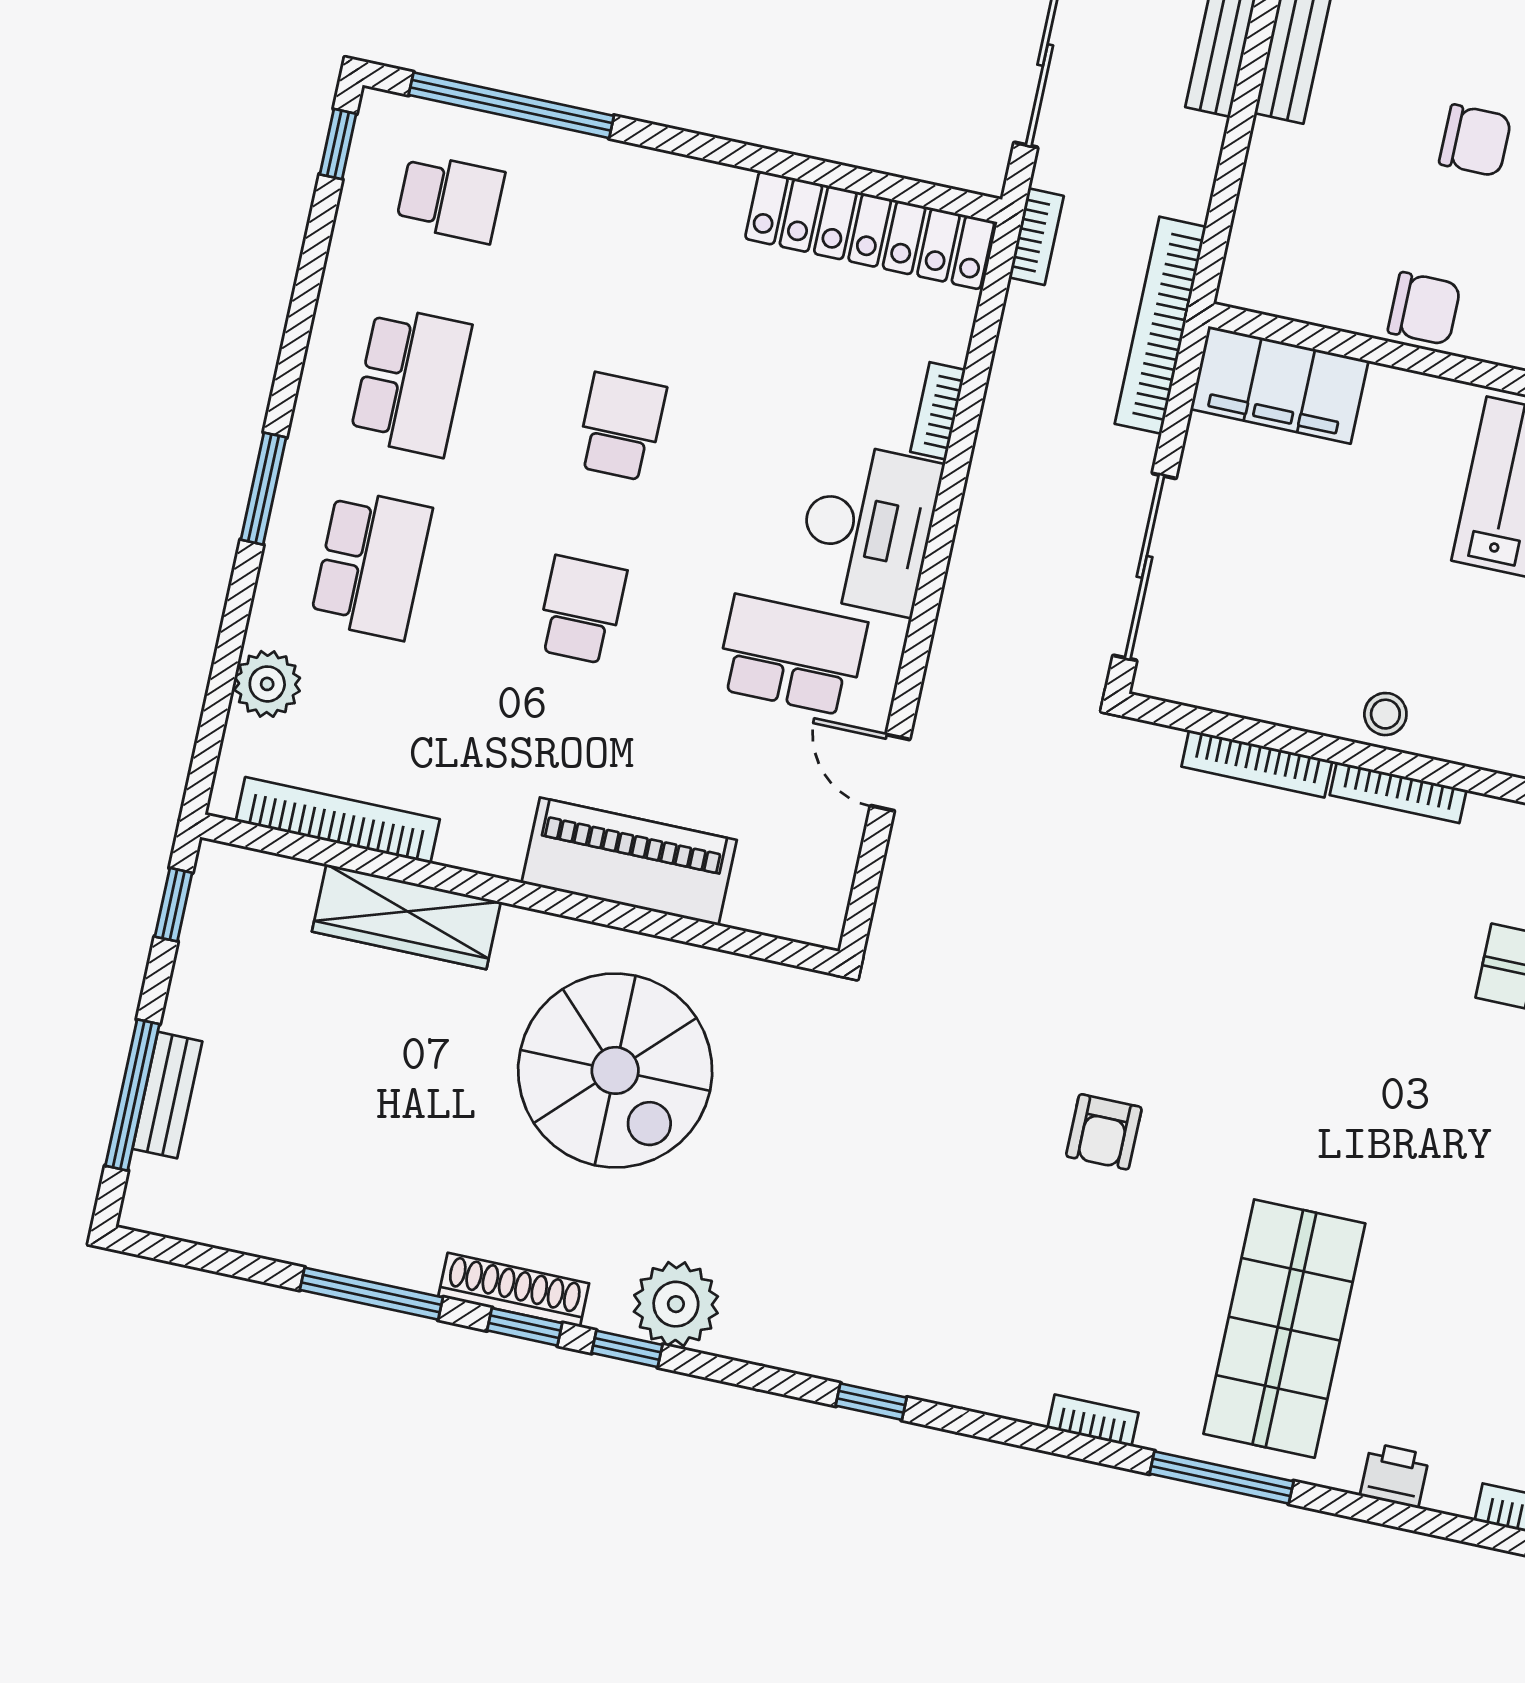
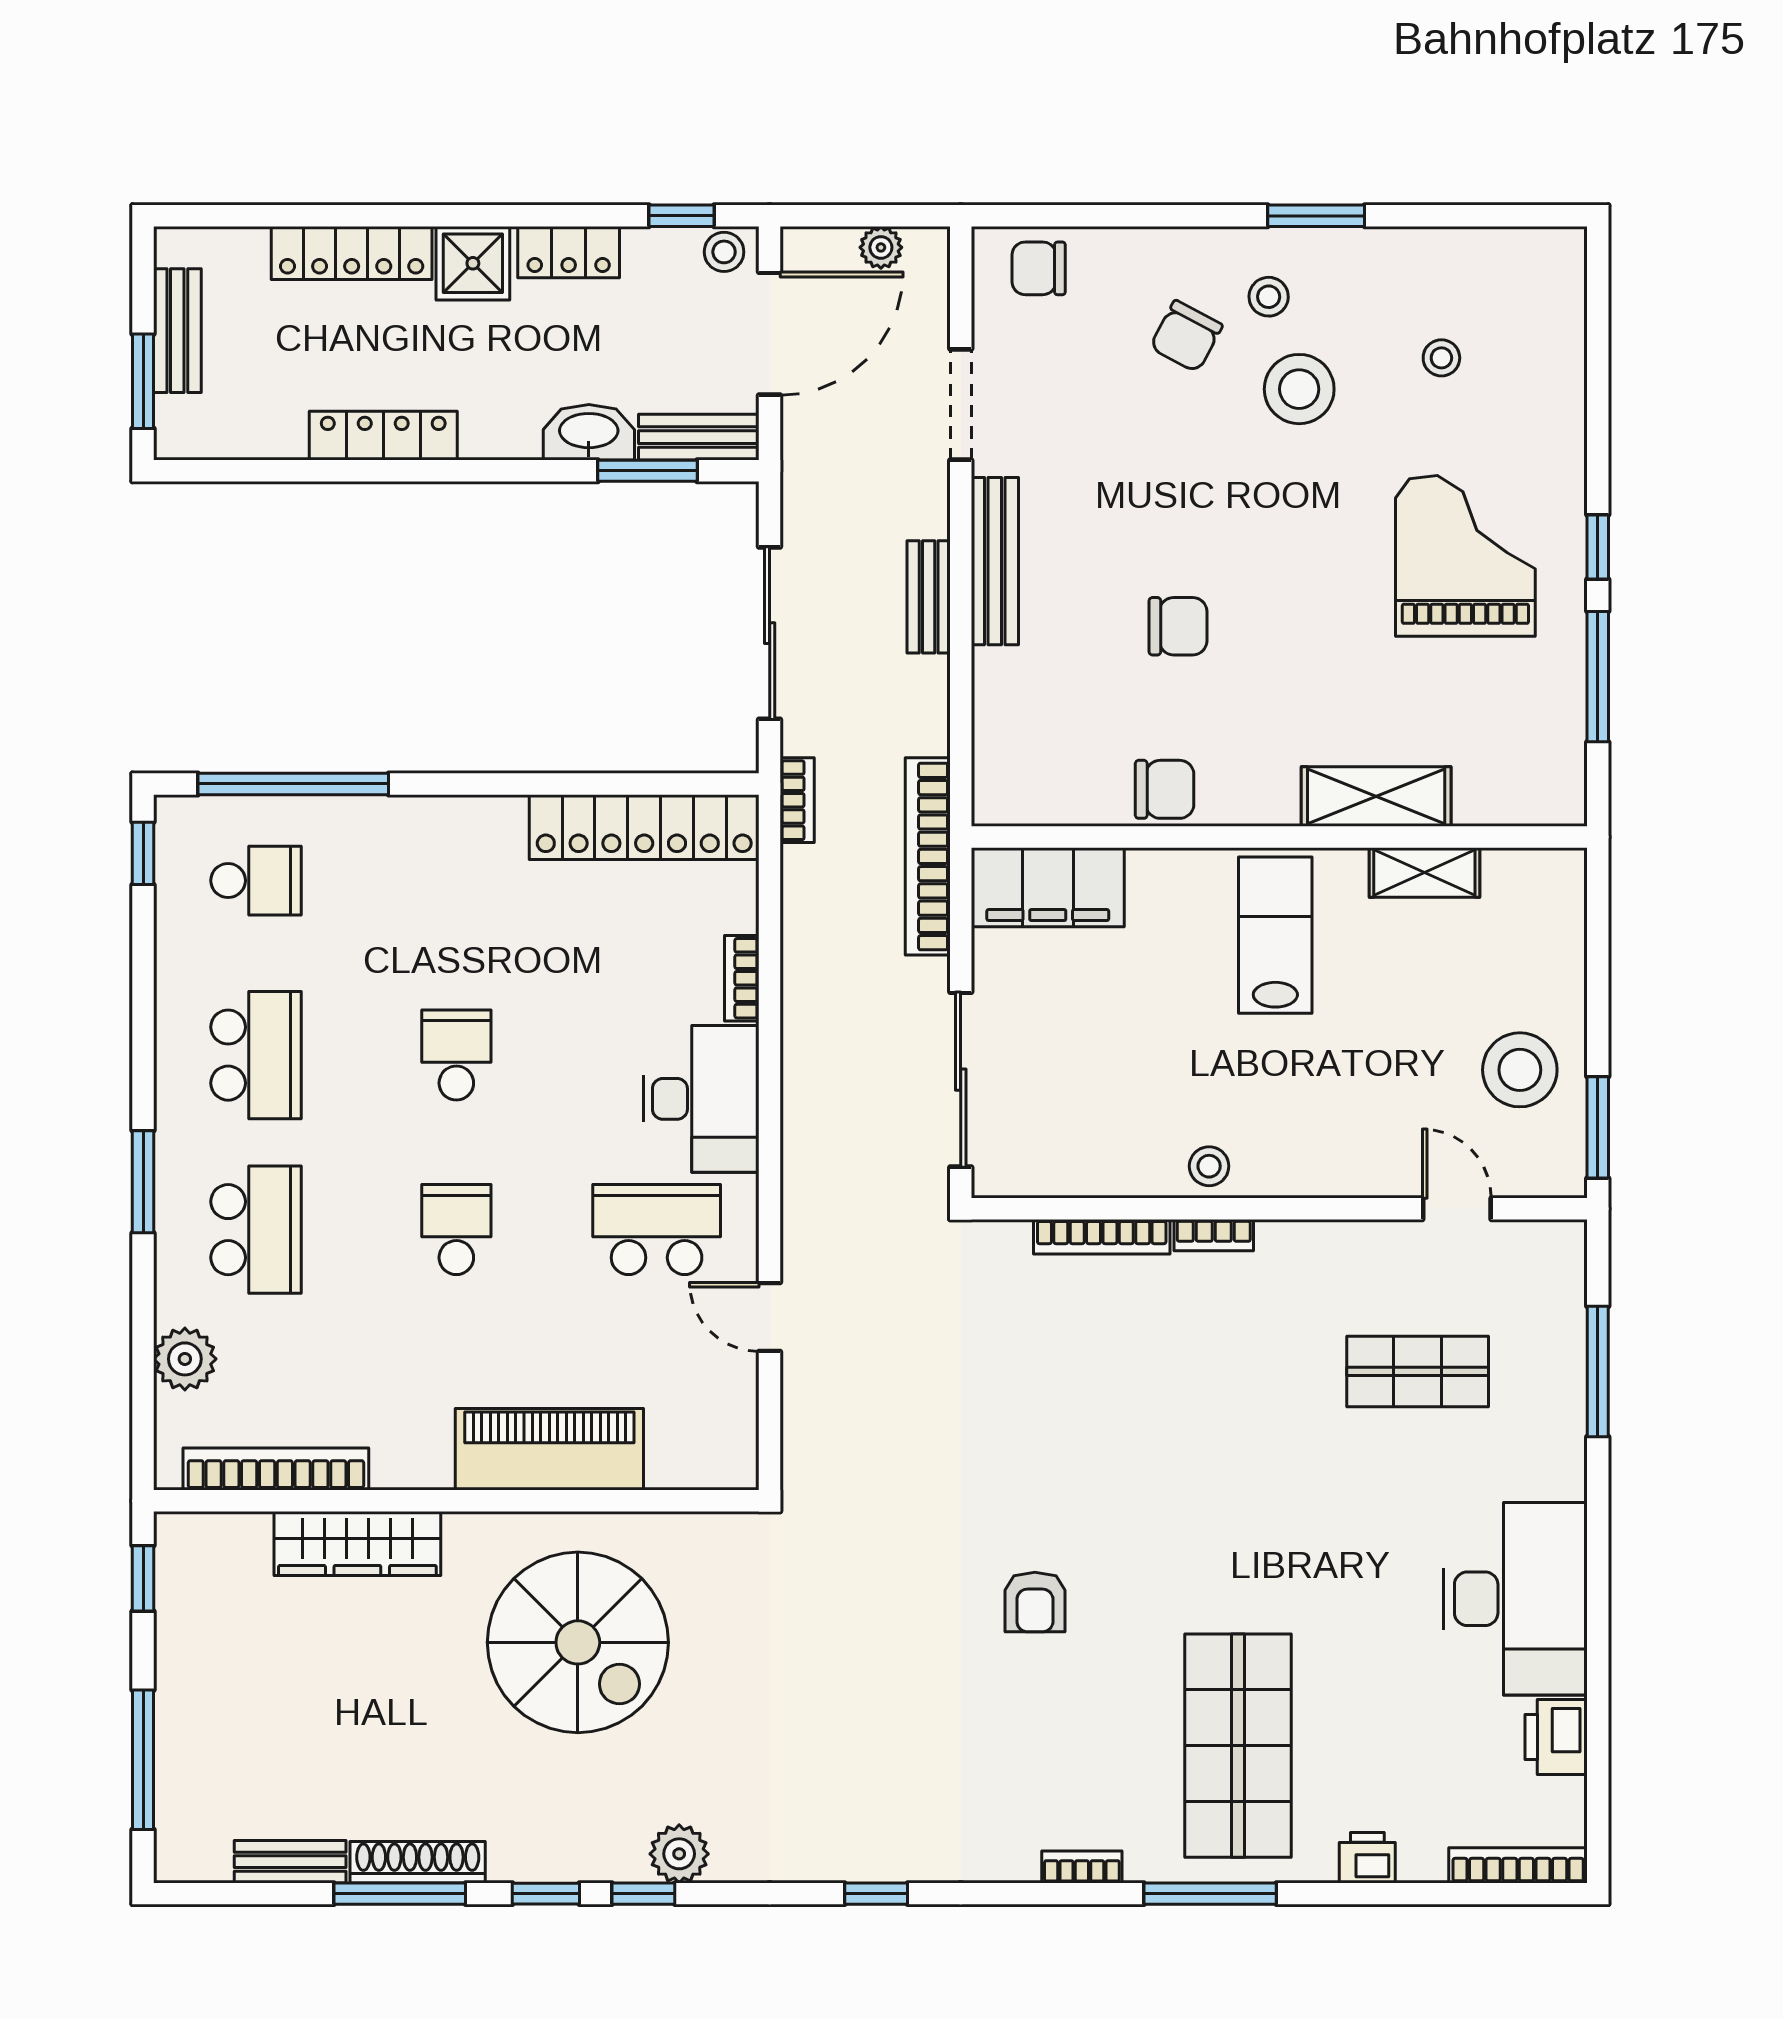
bookcase: (1398, 793) -> (1214, 1235), width x0.64
bench: (167, 1095) -> (290, 1862), moved, turned 90
shoe rack: (514, 1290) -> (418, 1862), moved
plant: (676, 1304) -> (679, 1854), width x0.73, depth x0.73

